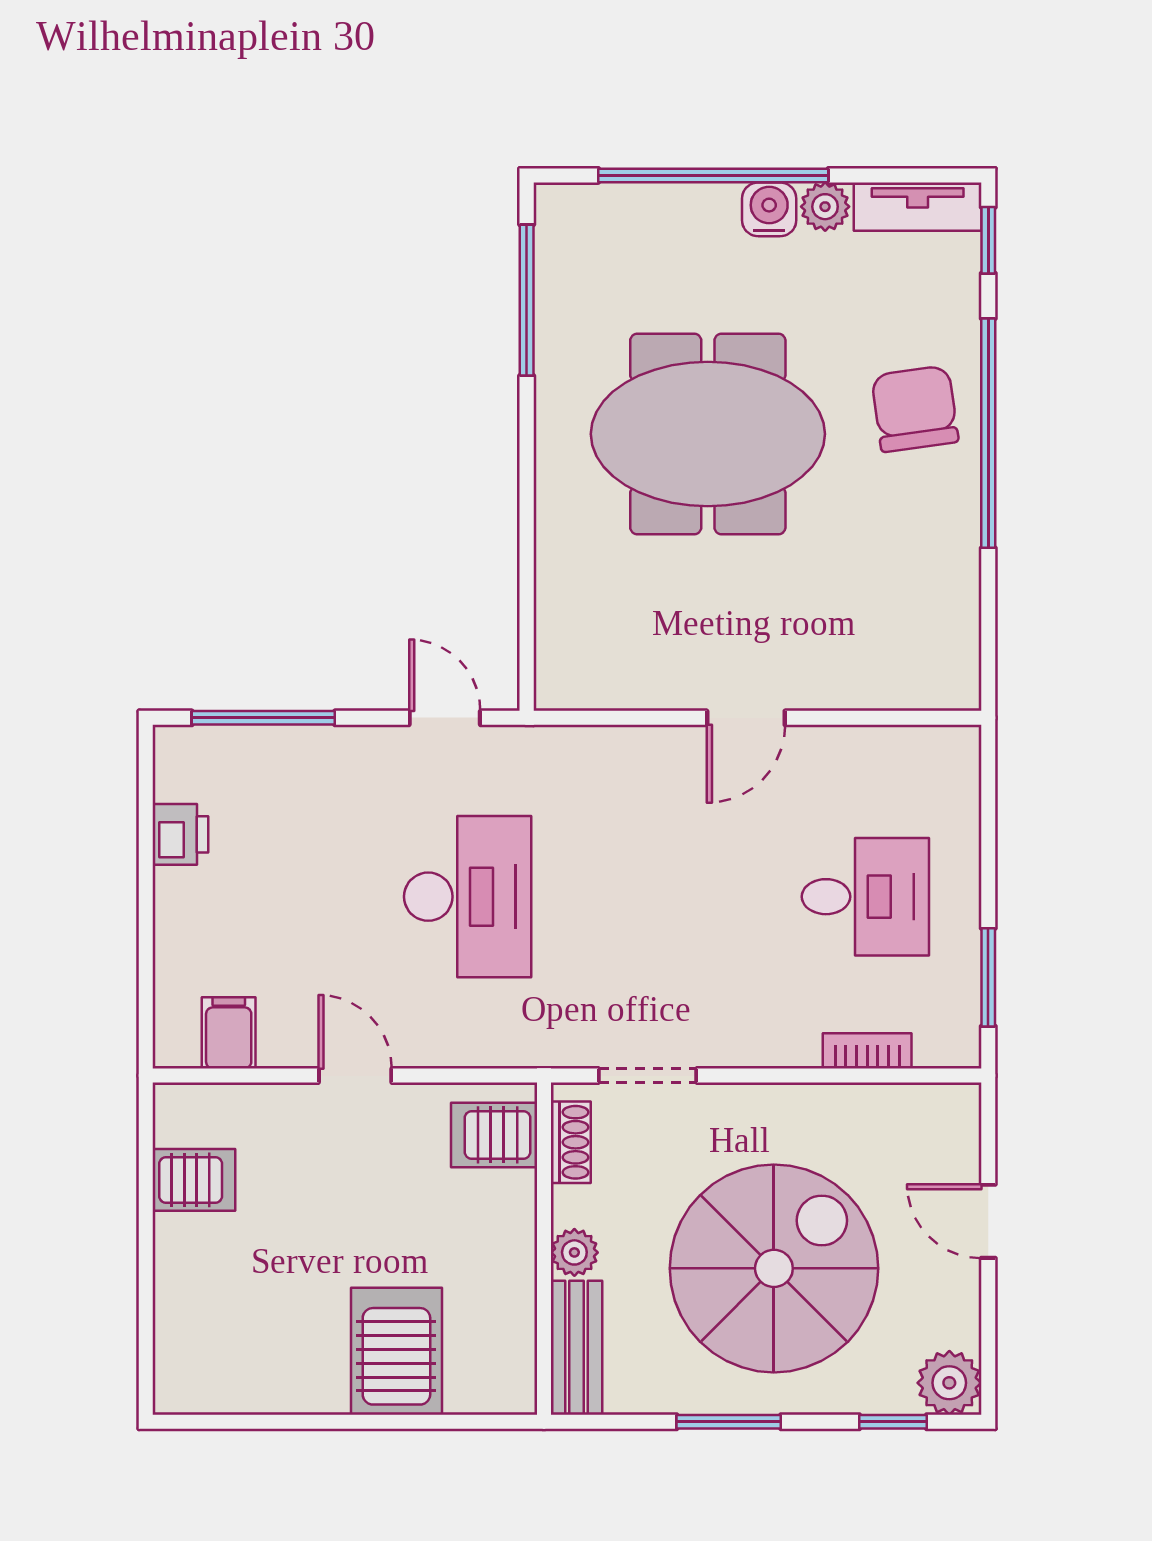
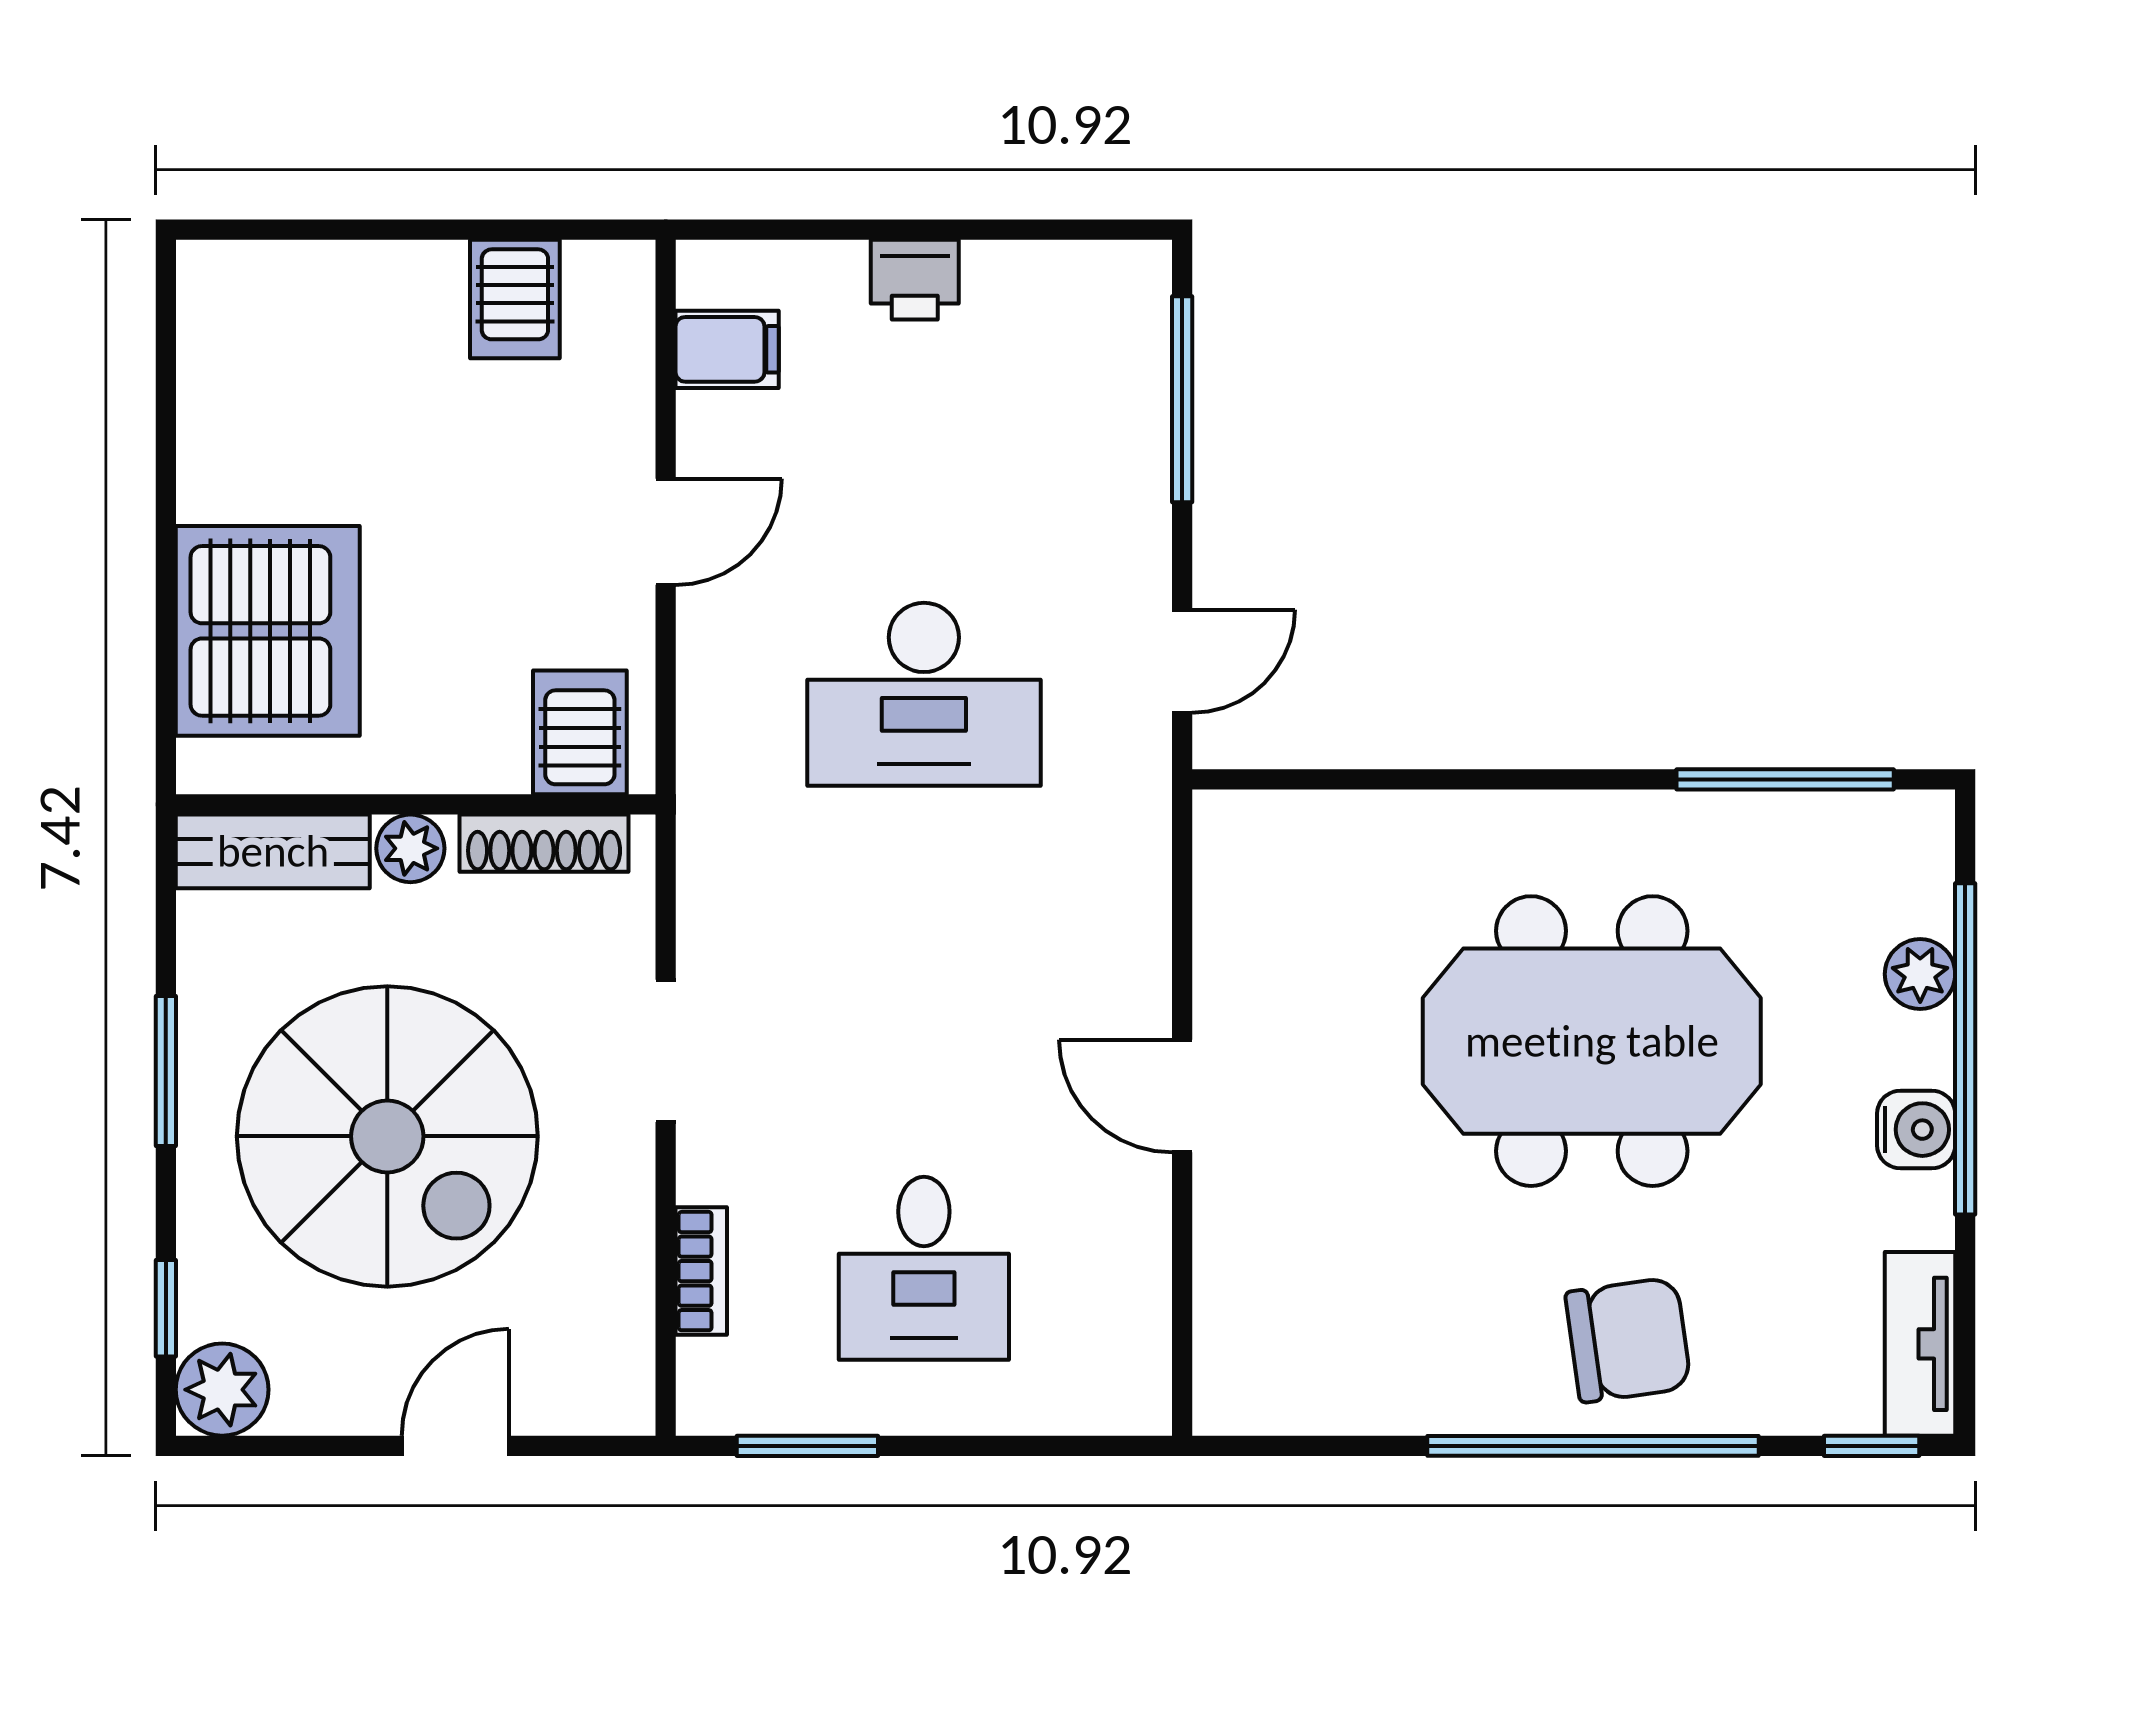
plant: (825, 207) -> (1920, 974), moved
meeting table: (708, 434) -> (1592, 1041), turned 90
printer: (180, 834) -> (915, 280), moved
doorway: (648, 1076) -> (666, 1051), moved
shoe rack: (571, 1142) -> (544, 843), width x1.43
server rack: (396, 1351) -> (268, 631), width x1.60

